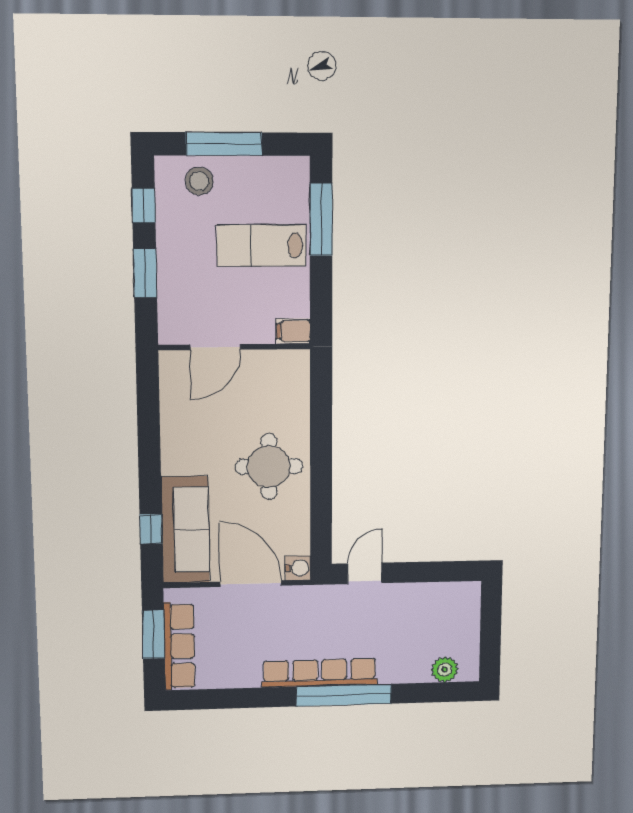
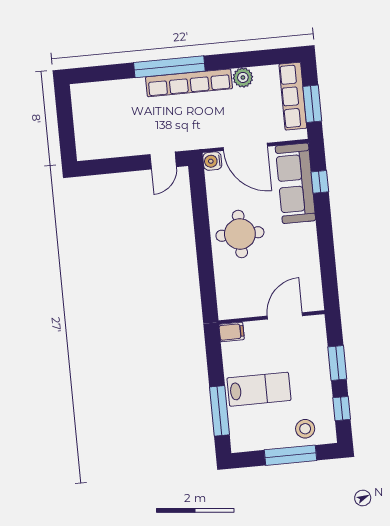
plant: (445, 669) -> (243, 77), moved

